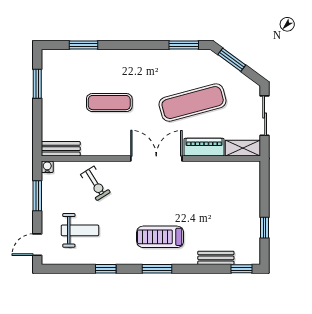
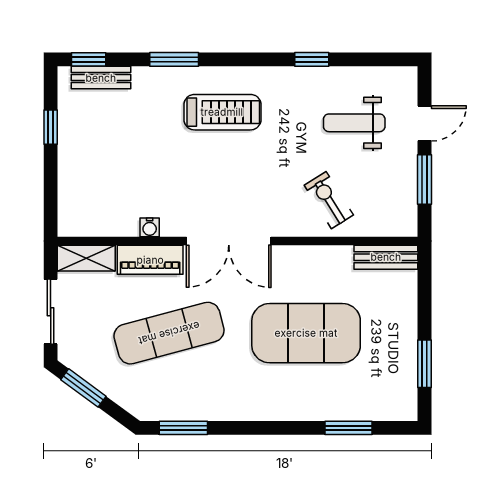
window: (232, 60) -> (83, 388), moved
exercise mat: (109, 103) -> (306, 333), width x2.00, depth x1.45
water cooler: (47, 167) -> (150, 227), moved
door: (37, 245) -> (425, 123), moved
bench: (216, 258) -> (101, 78), moved
window: (157, 269) -> (174, 59), moved

